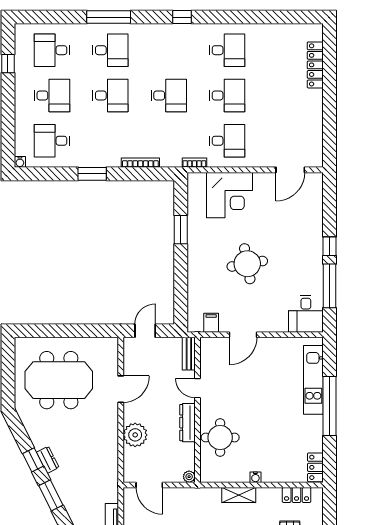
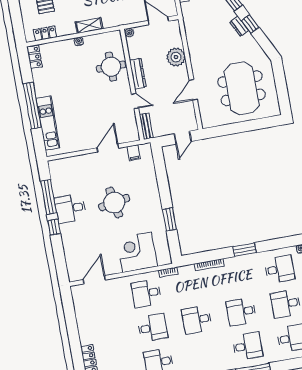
desk: (110, 50) -> (248, 346), turned 180
desk: (227, 95) -> (153, 328), turned 180
desk: (306, 314) -> (70, 208), moved, turned -90
meeting table: (59, 380) -> (242, 88), turned 90

